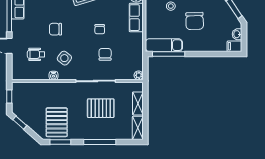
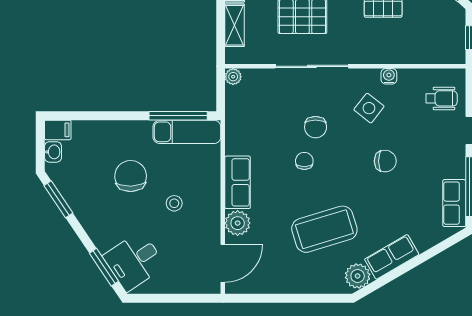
wheelchair: (36, 54) -> (441, 98), moved
chair: (105, 54) -> (316, 127), moved

